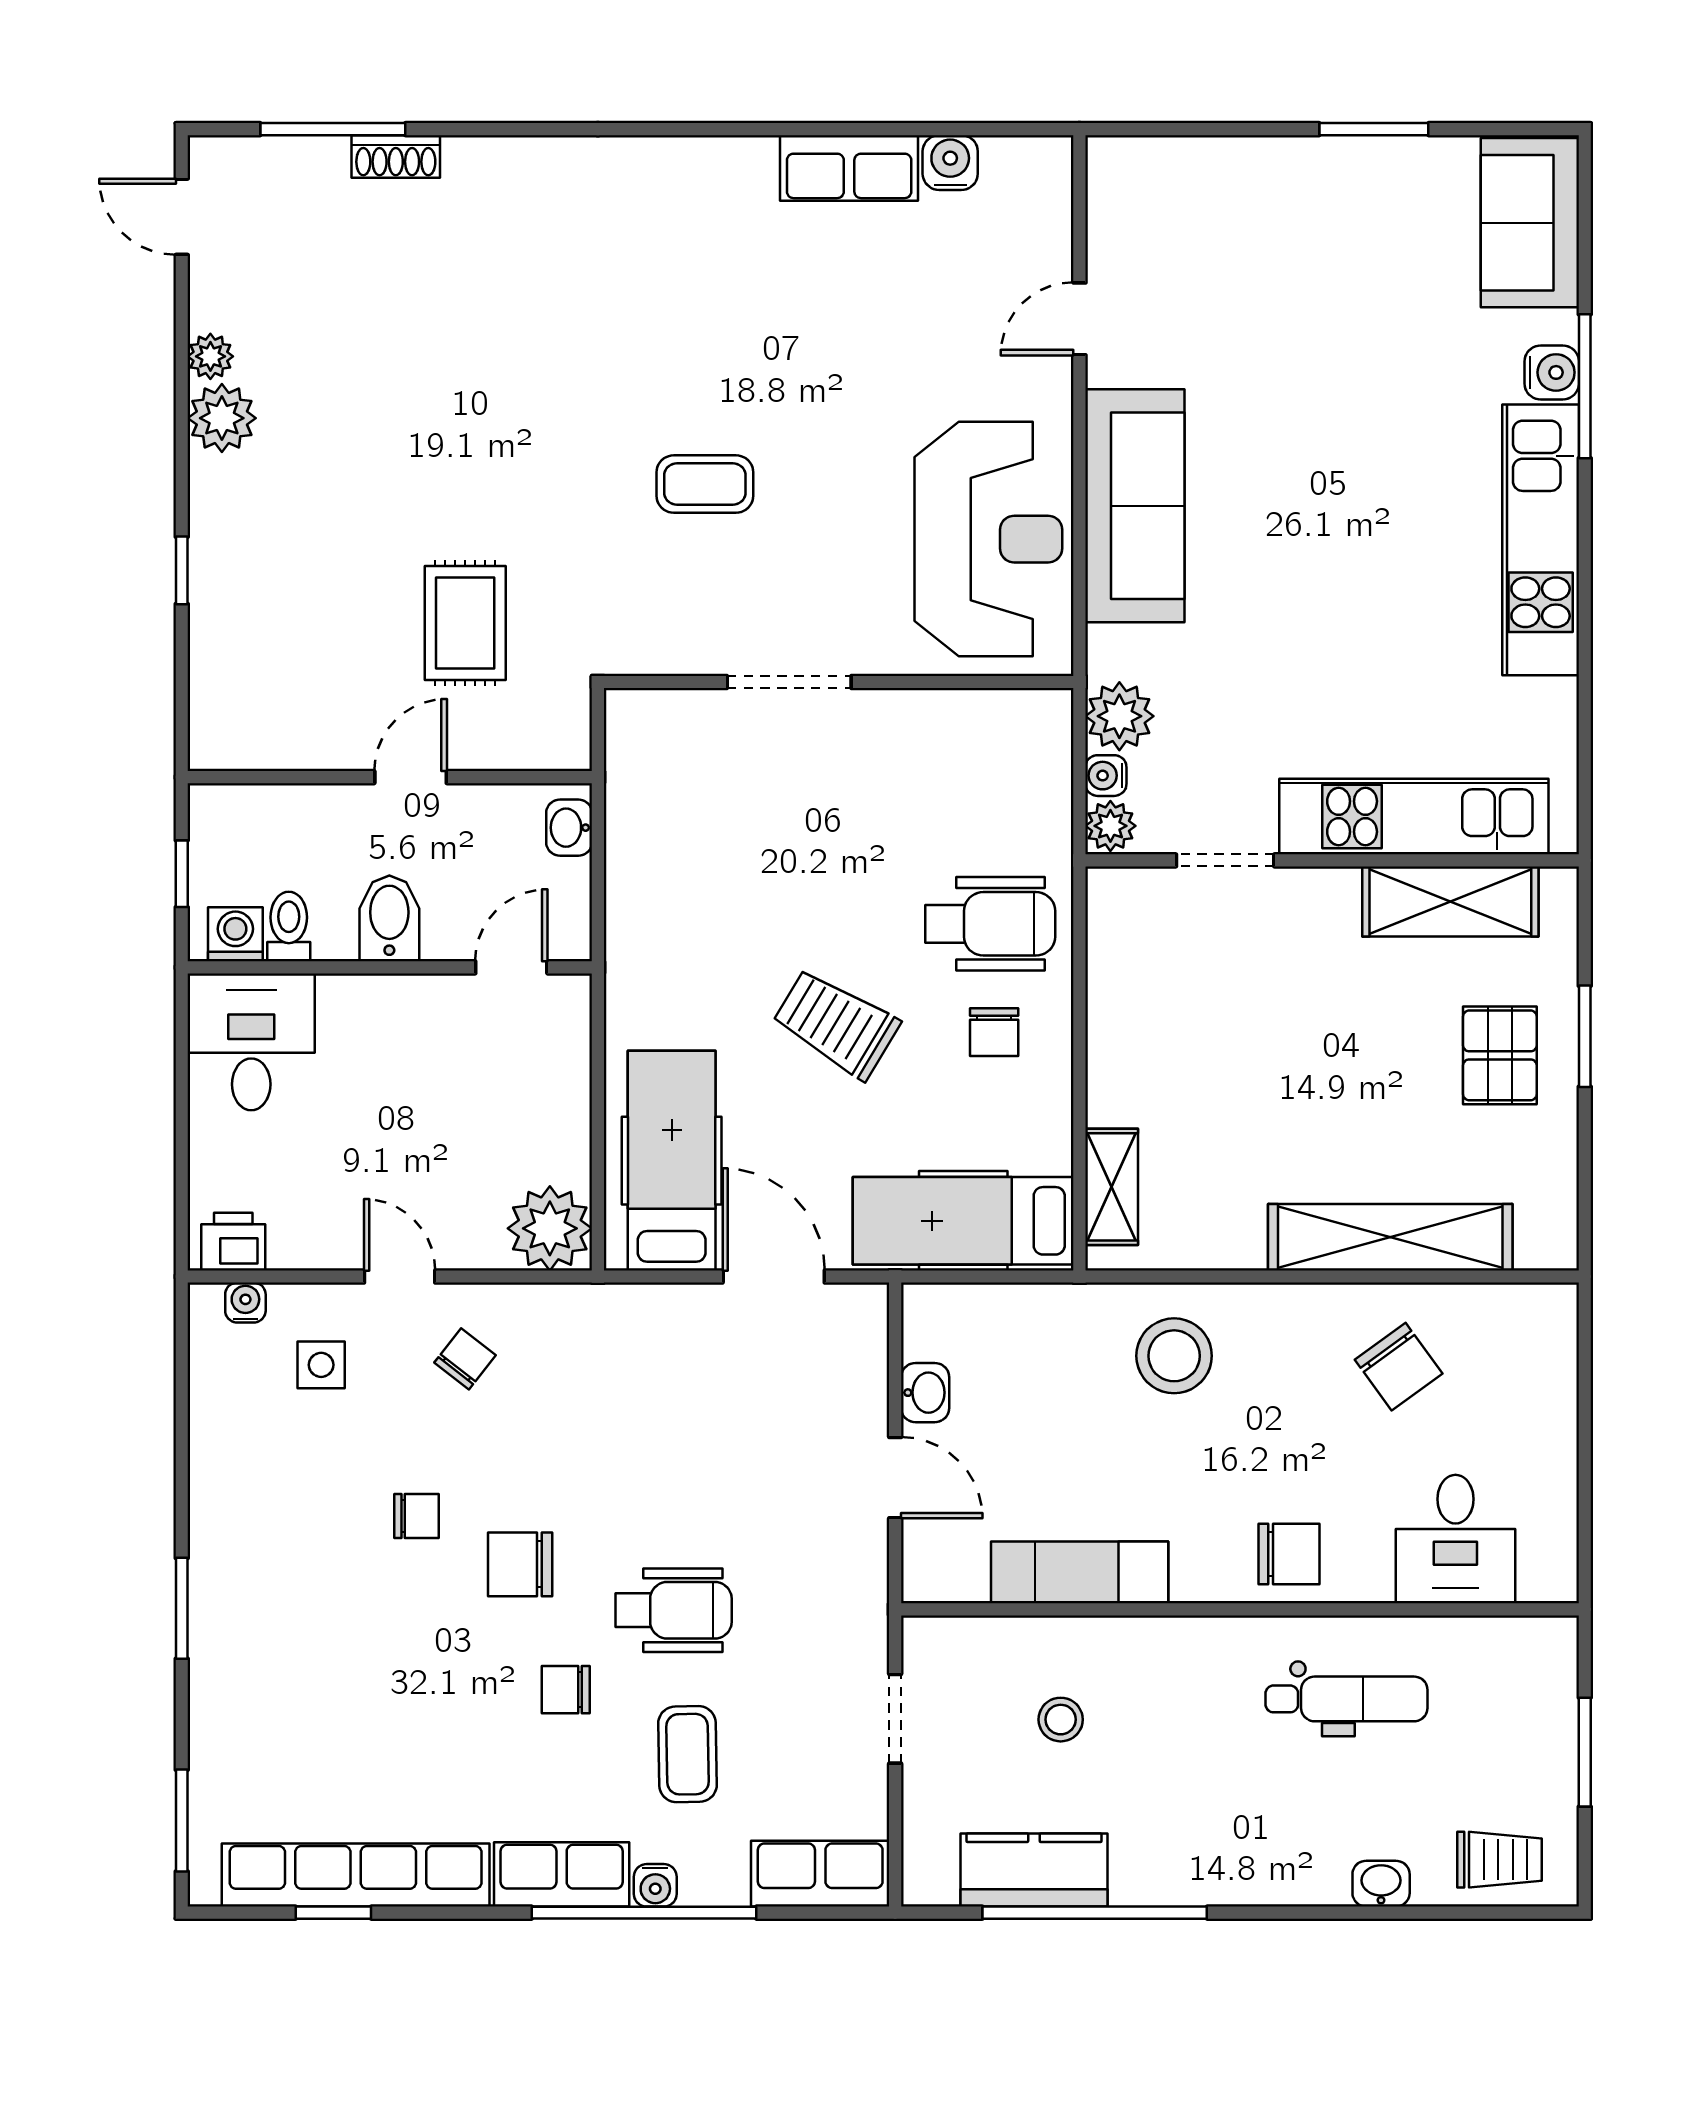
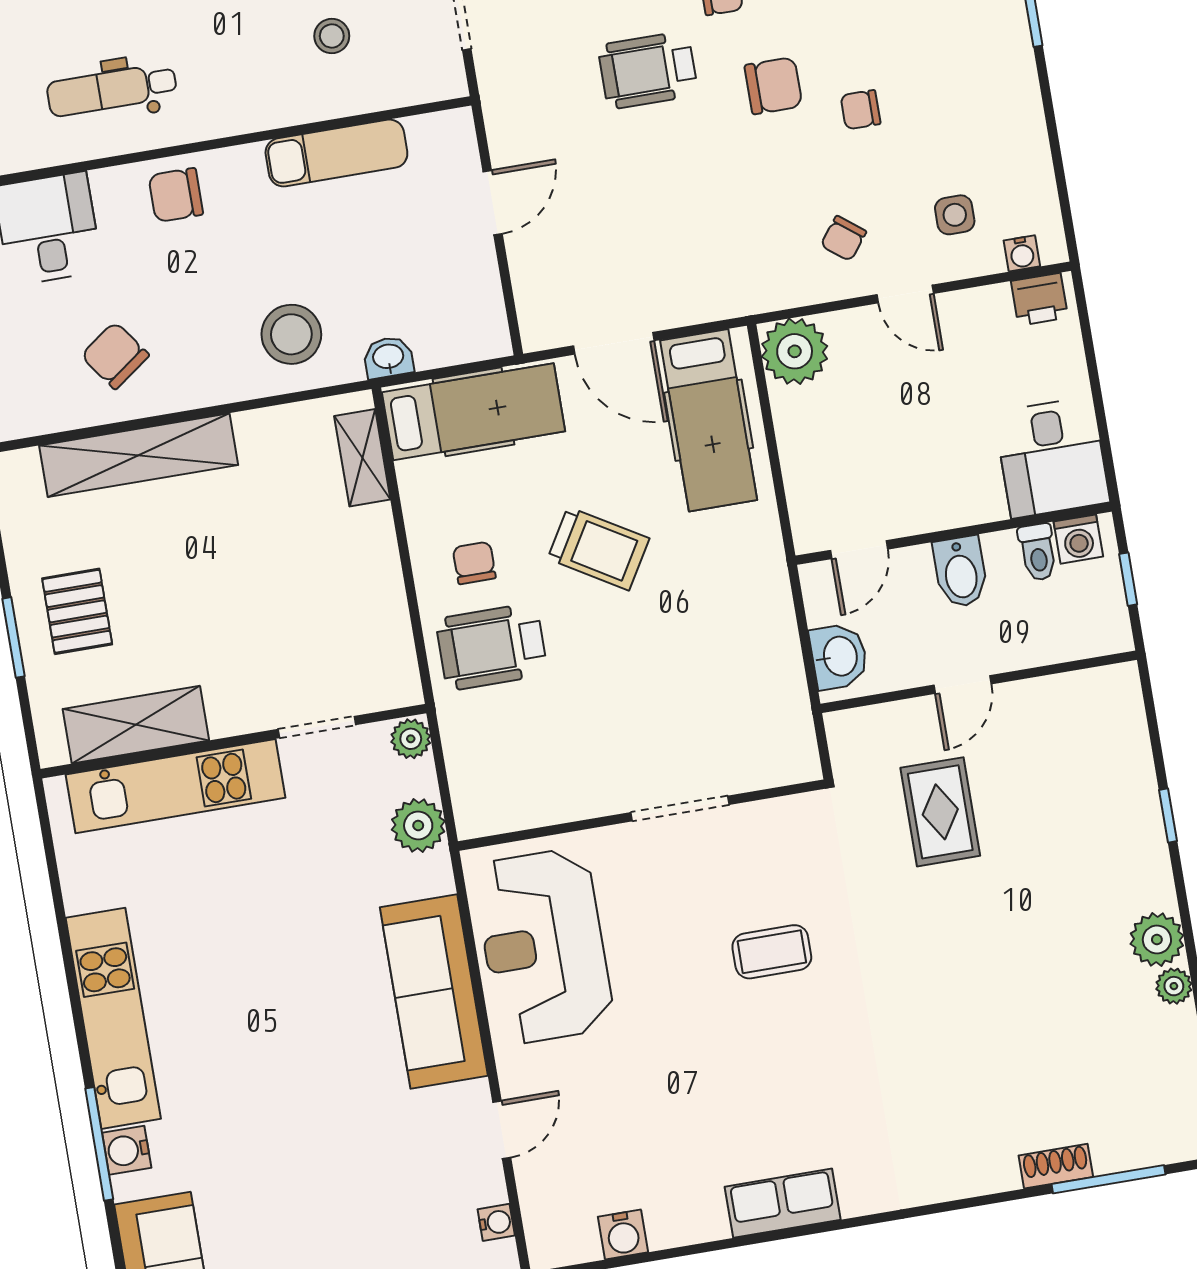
row of seats: (849, 168) -> (783, 1203), moved
water cooler: (1106, 776) -> (496, 1222), moved
washbasin: (569, 828) -> (839, 656), width x1.38, depth x1.45
washbasin: (925, 1393) -> (388, 357), moved, turned 90
door: (895, 1478) -> (493, 203), swing flipped

